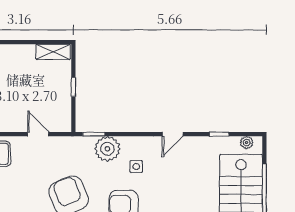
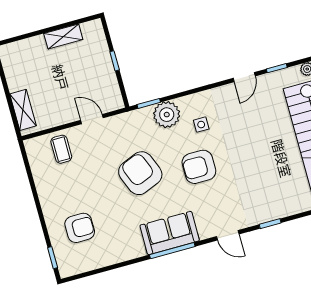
shelving: (53, 52) -> (63, 36), moved
door: (173, 134) -> (244, 77), moved

